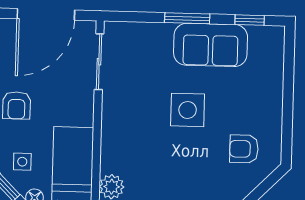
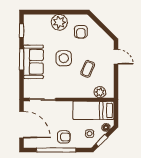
sofa: (211, 45) -> (33, 62), moved
plant: (266, 103) -> (59, 22), added
coffee table: (163, 161) -> (88, 69), added

